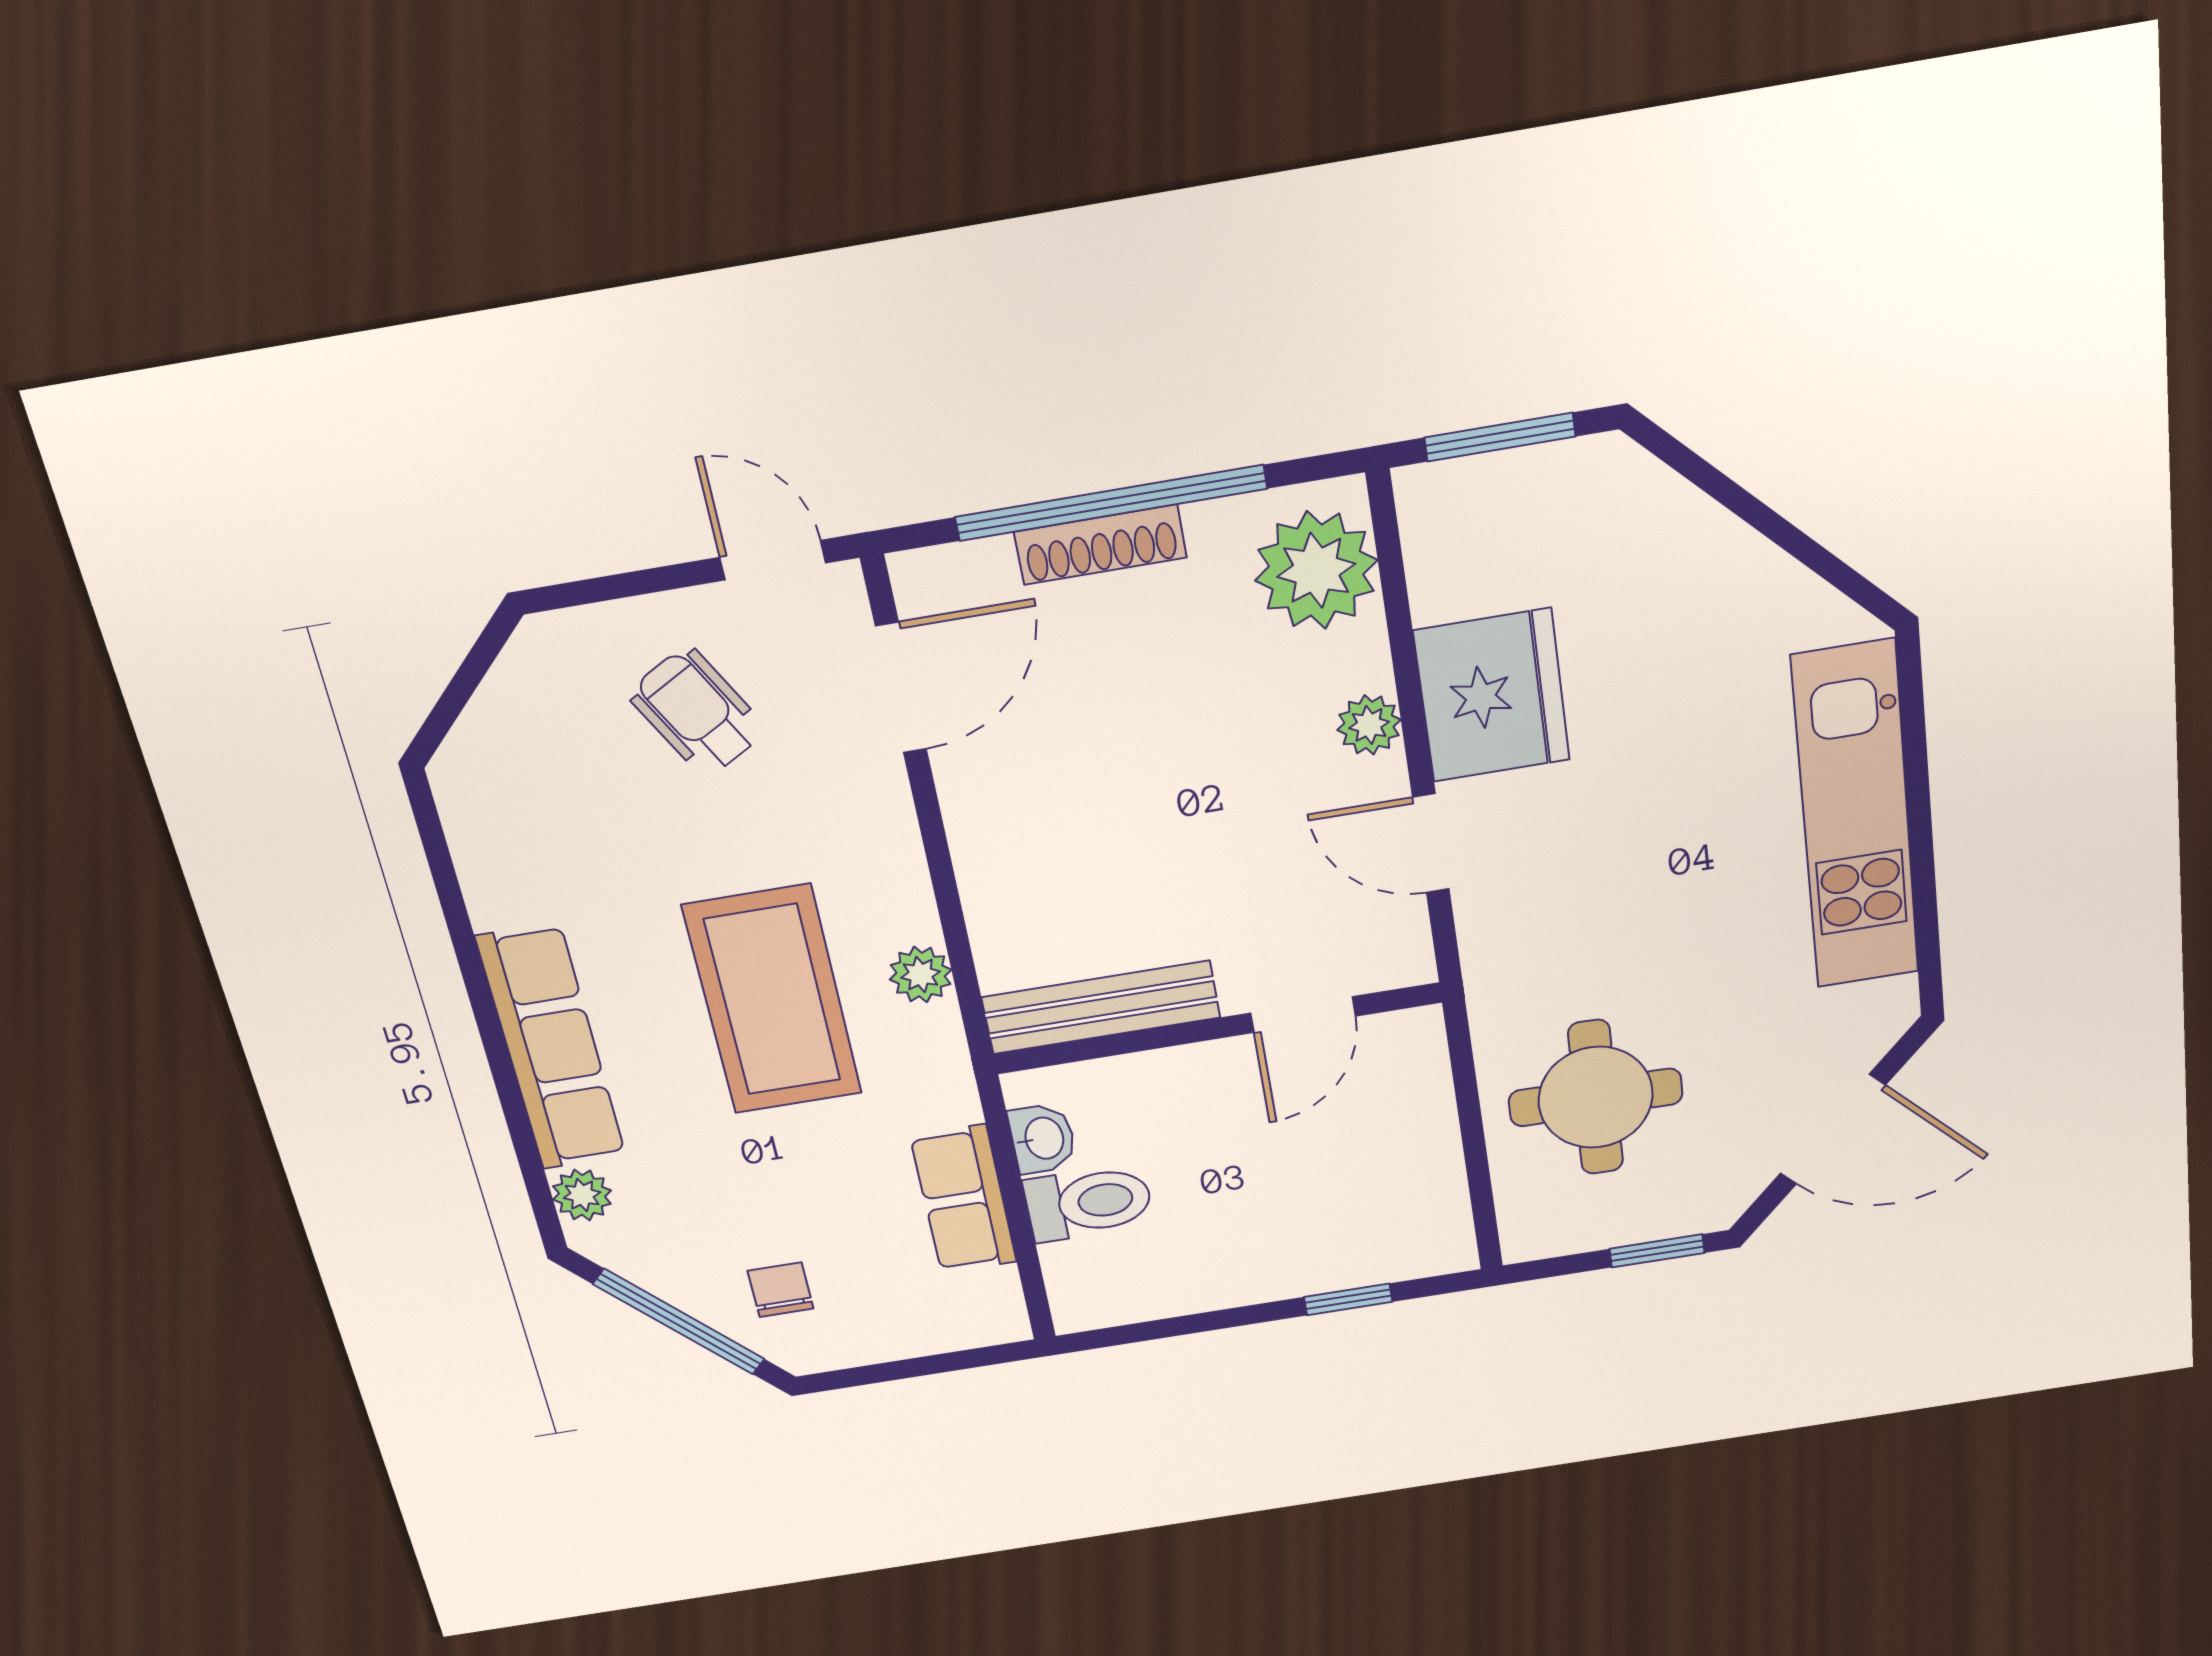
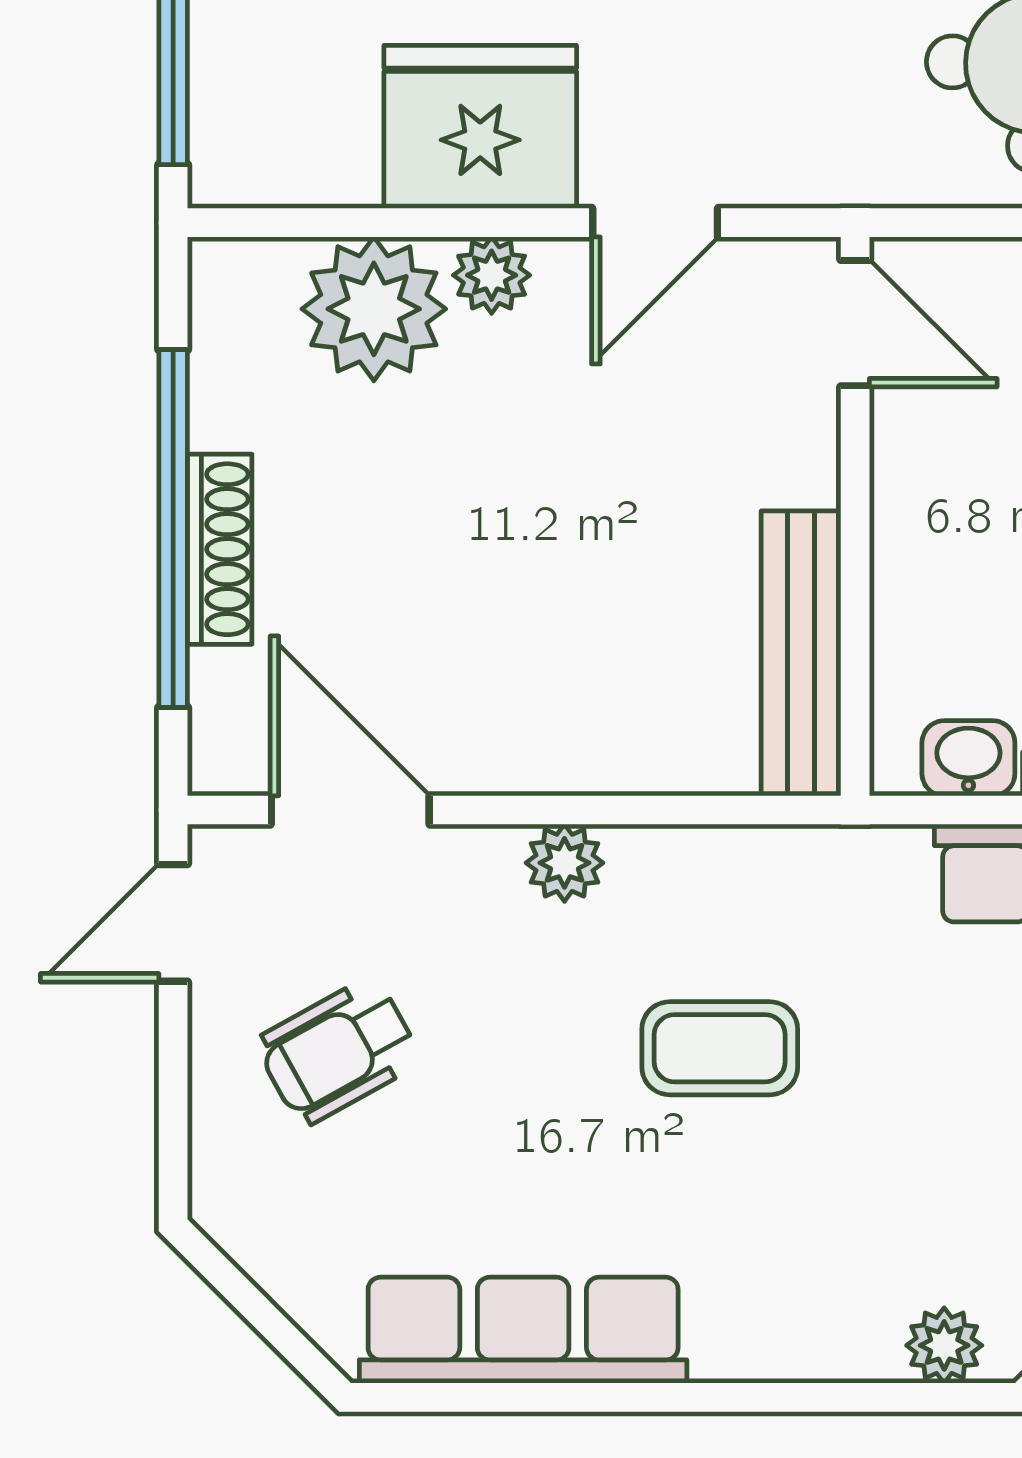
plant: (1316, 570) -> (374, 309), moved
plant: (921, 975) -> (564, 863), moved
coffee table: (773, 1000) -> (720, 1048), width x0.54, depth x0.58
door: (1303, 1015) -> (855, 323), moved
row of seats: (551, 1048) -> (523, 1330), moved

